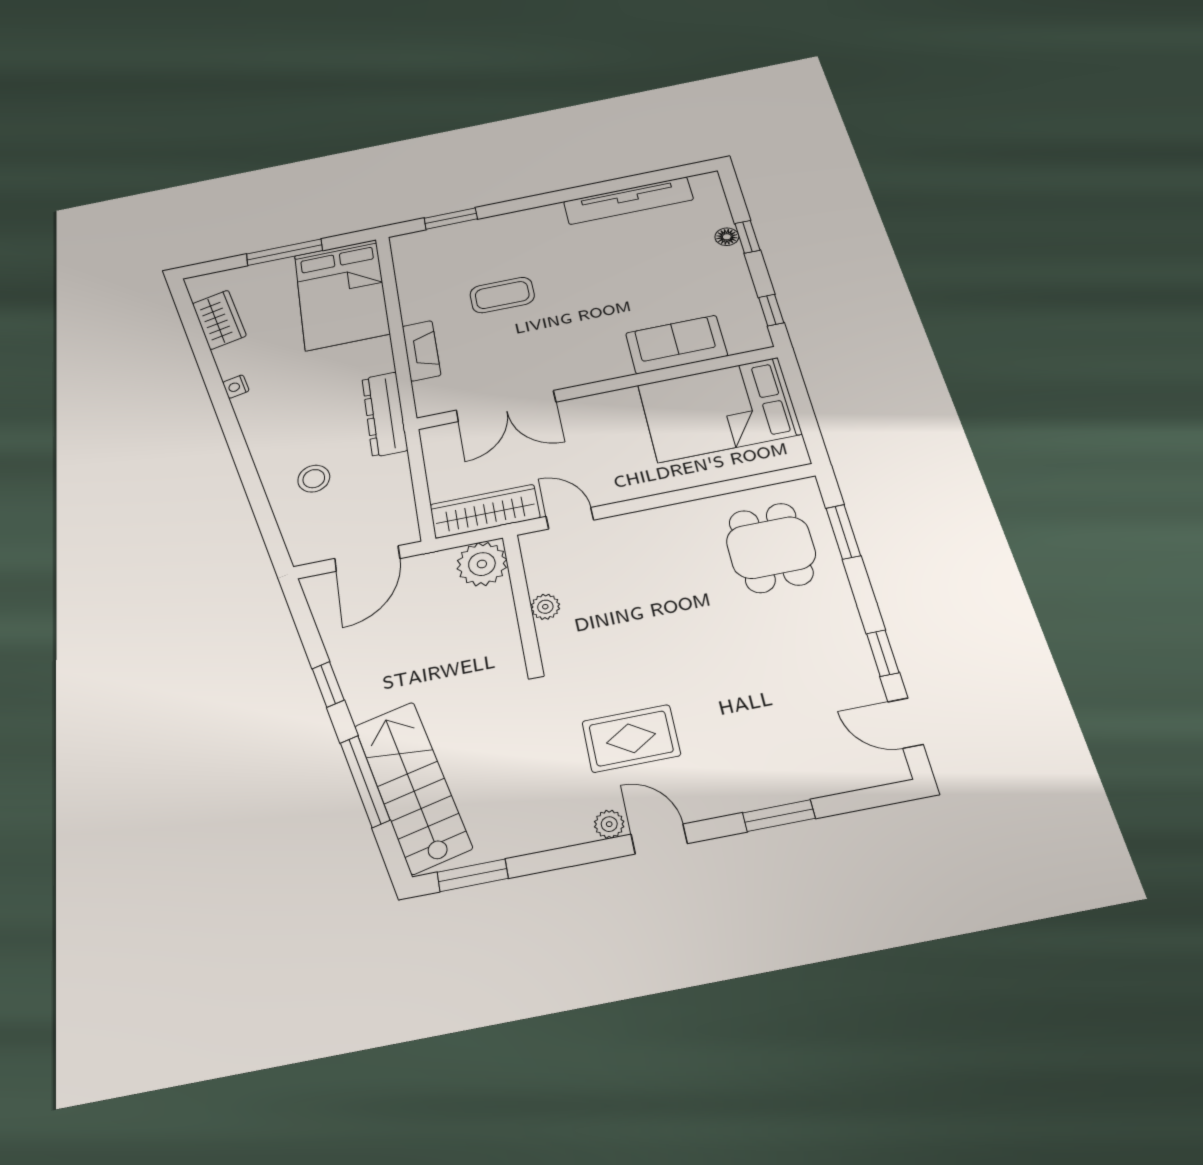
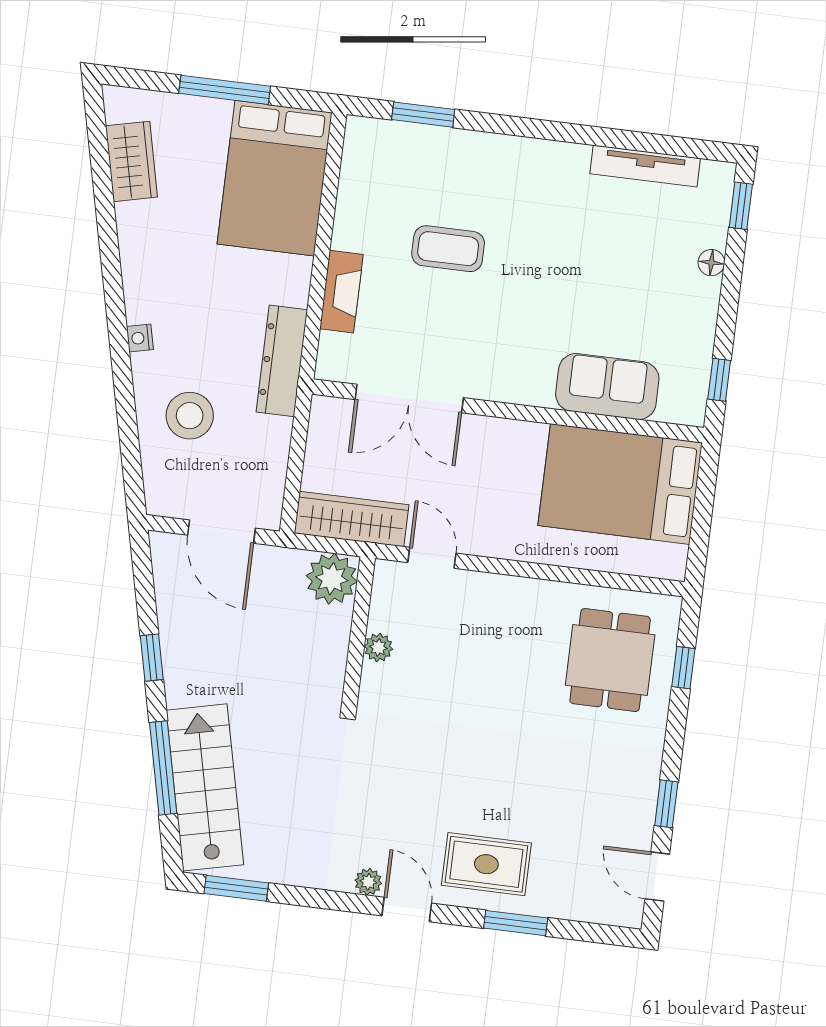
tv unit: (628, 201) -> (645, 166), width x0.73, depth x0.78
window: (747, 237) -> (741, 206), moved
nightstand: (236, 387) -> (140, 338), moved
stool: (314, 479) -> (190, 416), width x1.38, depth x1.38
window: (843, 532) -> (683, 668), width x0.67
door: (367, 558) -> (222, 532), hinge flipped
rug: (631, 738) -> (486, 864), moved

